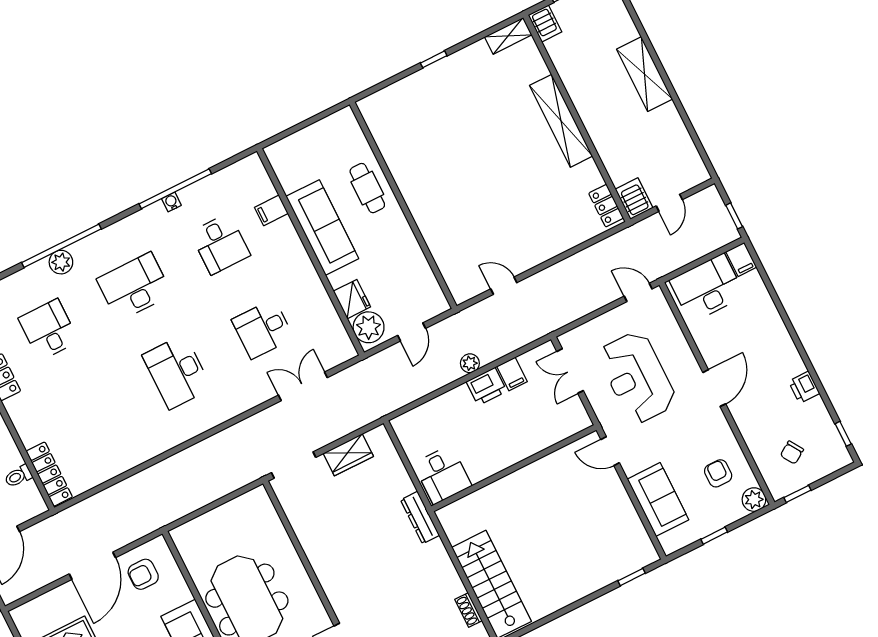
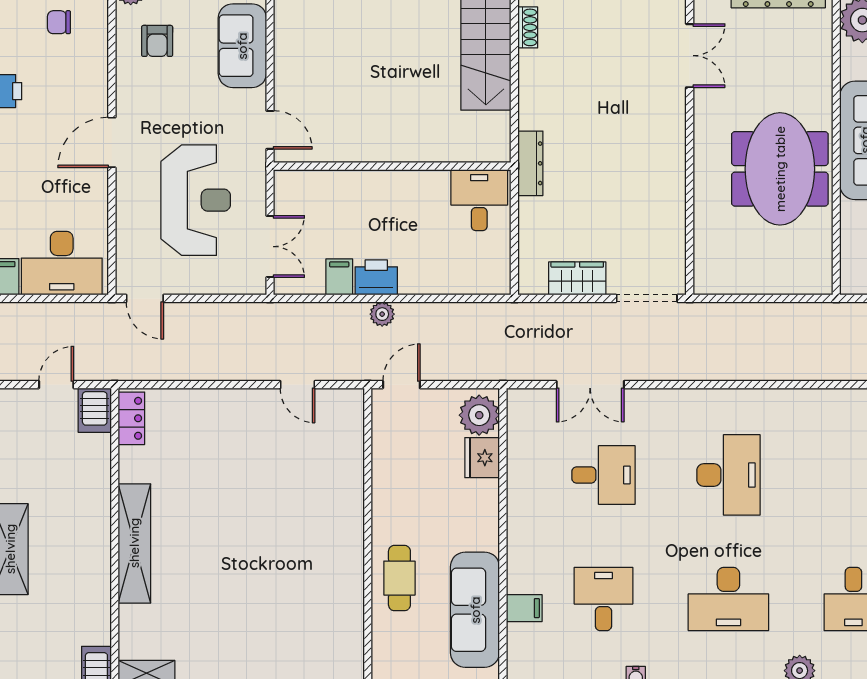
sofa: (322, 228) -> (475, 610), moved
door: (412, 332) -> (401, 385), moved
chair: (792, 452) -> (59, 22), turned -147

